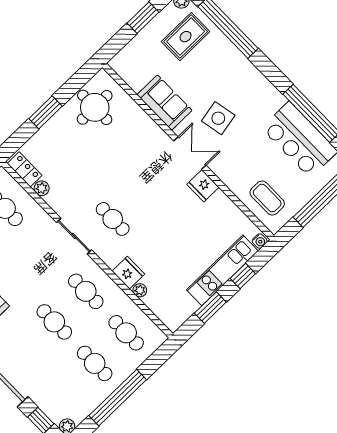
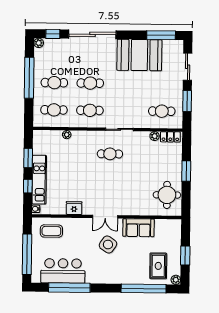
side table: (218, 118) -> (108, 245), turned 45
fridge: (203, 186) -> (74, 208), moved
fridge: (128, 273) -> (79, 137), removed

